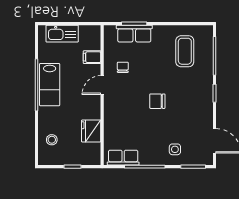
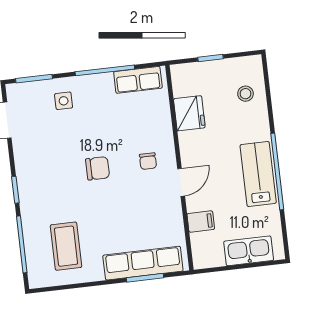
row of seats: (134, 34) -> (143, 263), width x1.48
chair: (123, 67) -> (148, 161), moved

